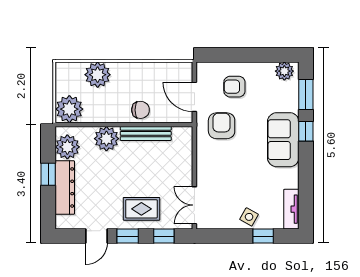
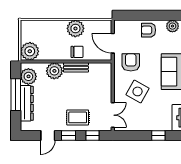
plant: (98, 75) -> (75, 28), moved
armchair: (234, 87) -> (149, 30), moved
bench: (146, 133) -> (76, 67), width x0.73
window: (48, 174) -> (16, 95), width x2.17
double door: (194, 205) -> (113, 115), swing flipped
side table: (249, 217) -> (138, 91), moved, width x1.87, depth x1.87

